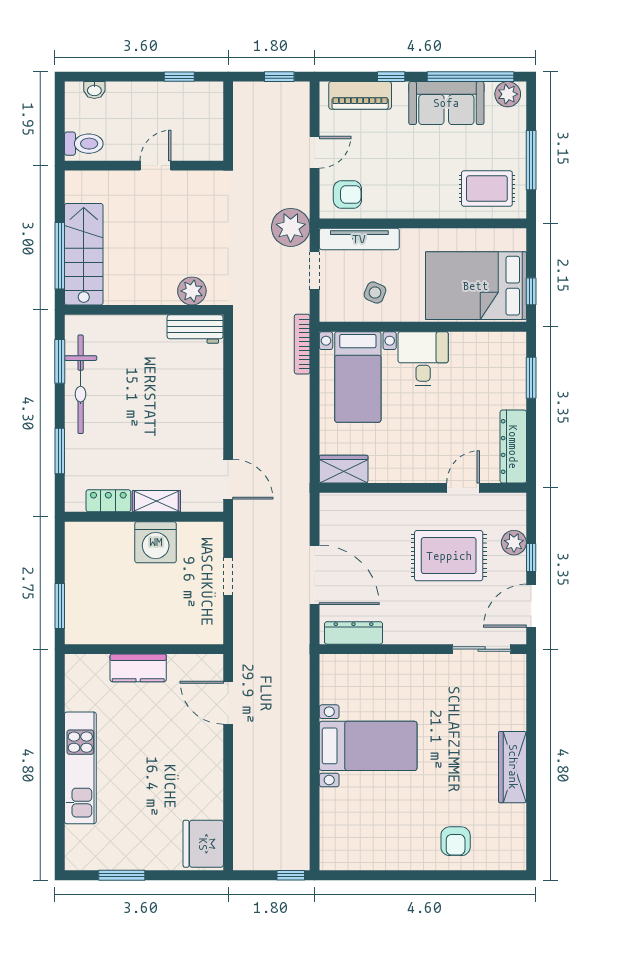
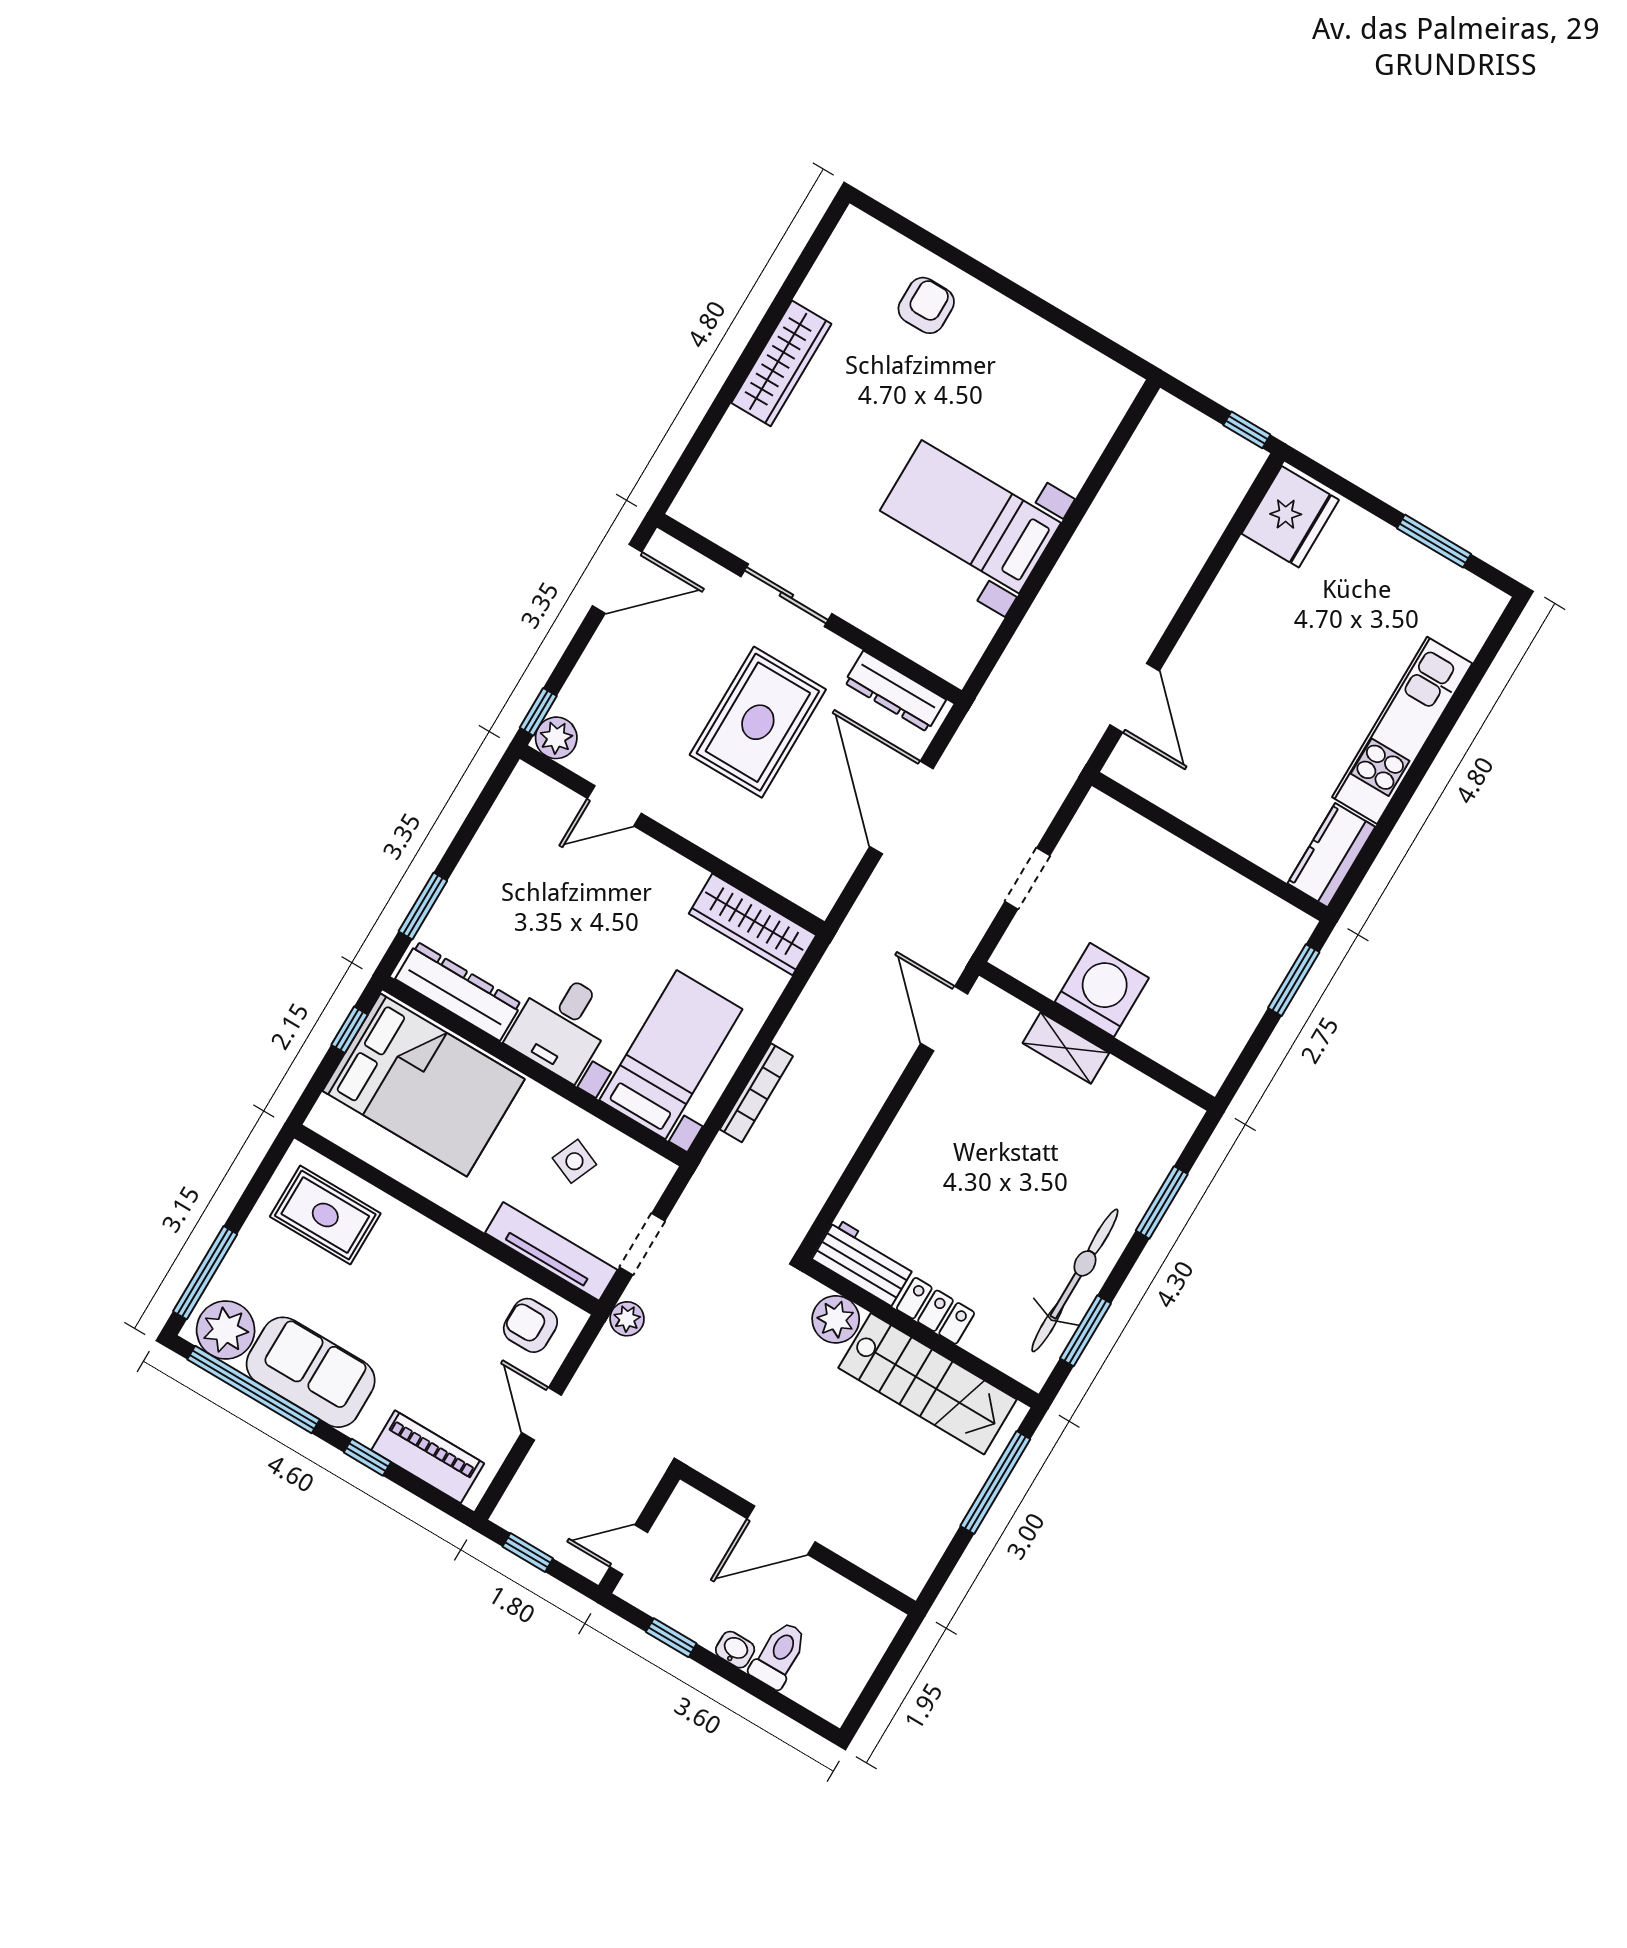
washbasin: (94, 90) -> (735, 1650), moved
plant: (508, 94) -> (226, 1330), width x1.36, depth x1.36
door: (228, 109) -> (629, 1550), added
toilet: (84, 144) -> (779, 1655), moved, turned 90
door: (315, 152) -> (541, 1414), hinge flipped
window: (531, 160) -> (205, 1273), moved
door: (156, 166) -> (781, 1530), width x1.38
plant: (291, 227) -> (627, 1319), width x0.53, depth x0.53
stairs: (84, 254) -> (927, 1384), moved, turned -90
bookcase: (302, 344) -> (756, 1093), moved
dresser: (513, 447) -> (458, 991), moved, turned -90
wardrobe: (344, 469) -> (752, 924), width x1.50
locker: (108, 501) -> (935, 1311), moved, turned 180
plant: (514, 543) -> (556, 738), moved
rug: (449, 556) -> (758, 722), moved, turned 90
window: (531, 558) -> (538, 712), moved
sliding door: (482, 649) -> (786, 595), moved
kitchen counter: (138, 668) -> (1331, 855), moved, turned -90
window: (291, 875) -> (1247, 430), moved

